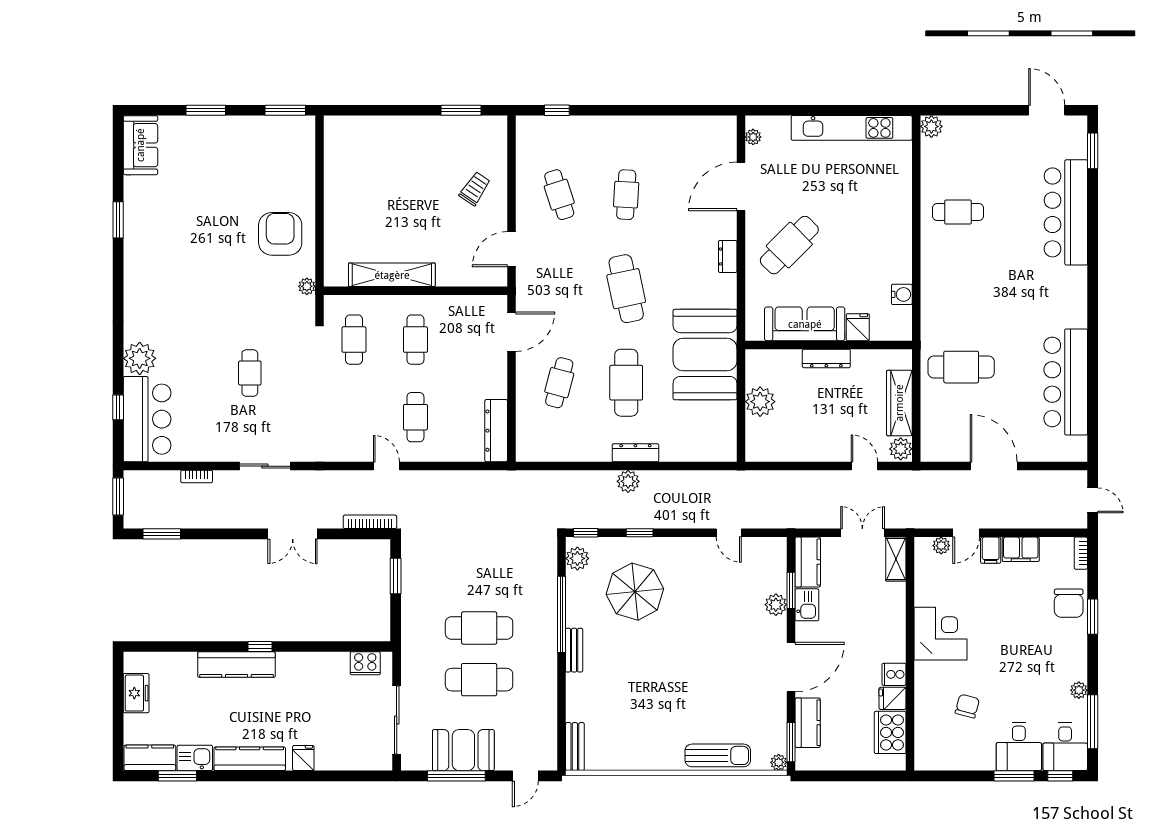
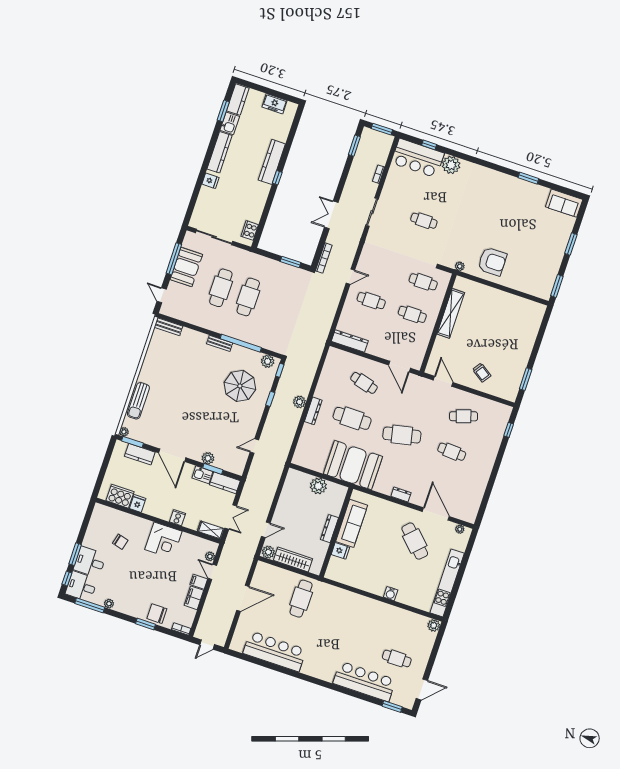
cafe table: (958, 212) -> (397, 658), moved, turned 90
cafe table: (789, 245) -> (415, 541), moved
water cooler: (902, 294) -> (391, 594), moved
cooker: (894, 674) -> (178, 518), moved

